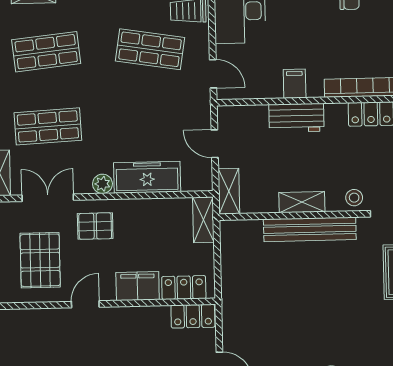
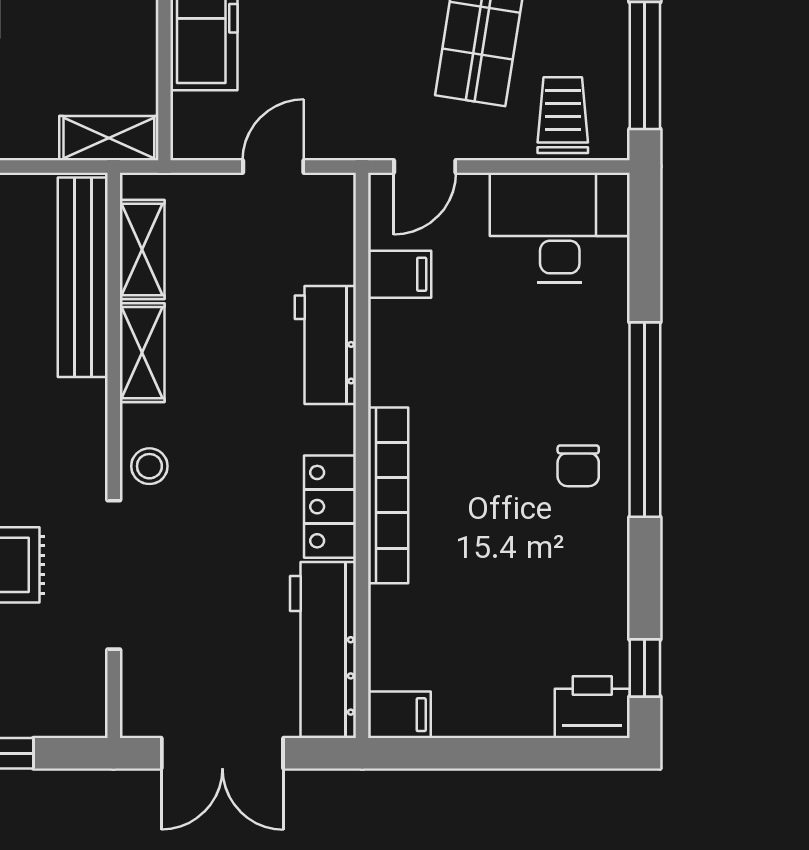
filing cabinet: (295, 84) -> (400, 274), moved
shelving: (229, 191) -> (142, 249), moved, turned 90
bench: (310, 229) -> (83, 277), moved

